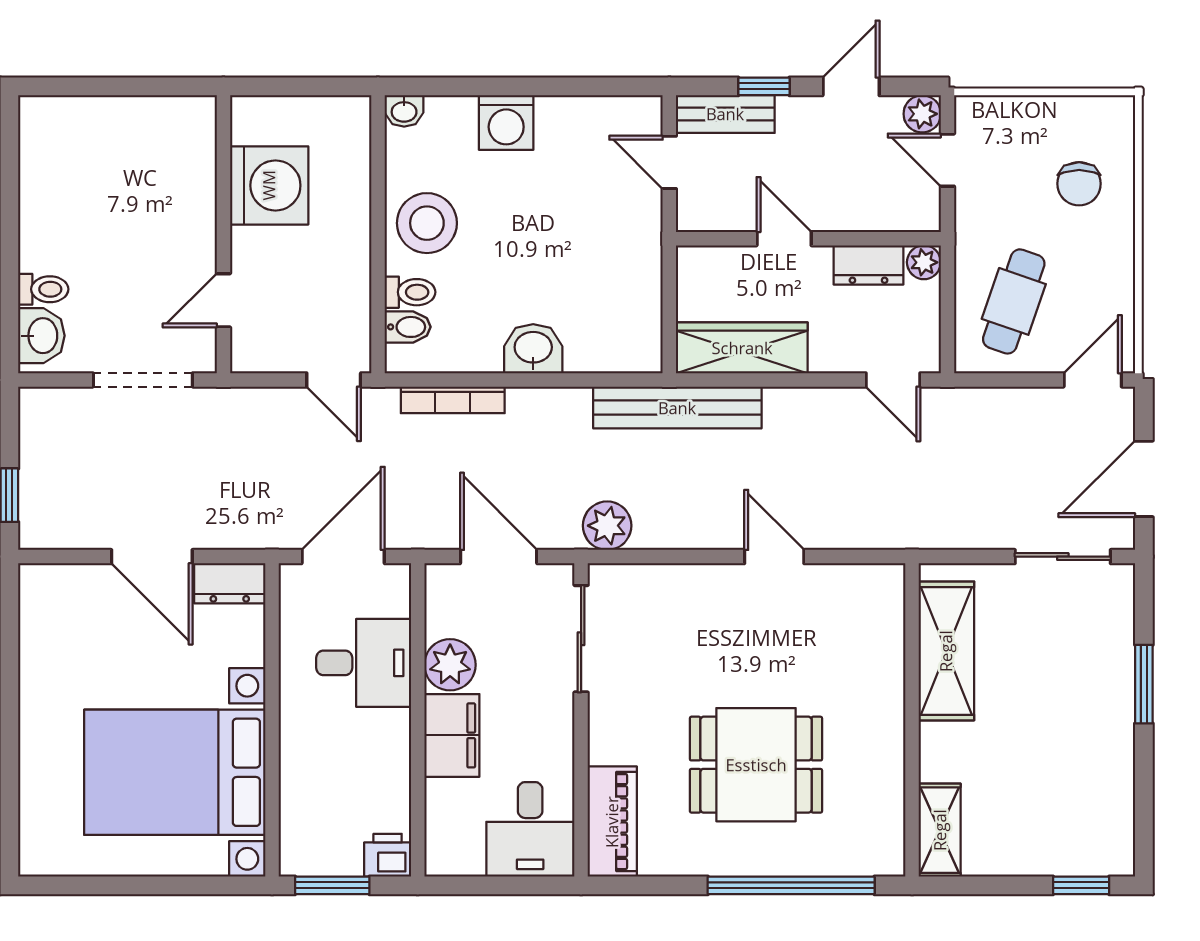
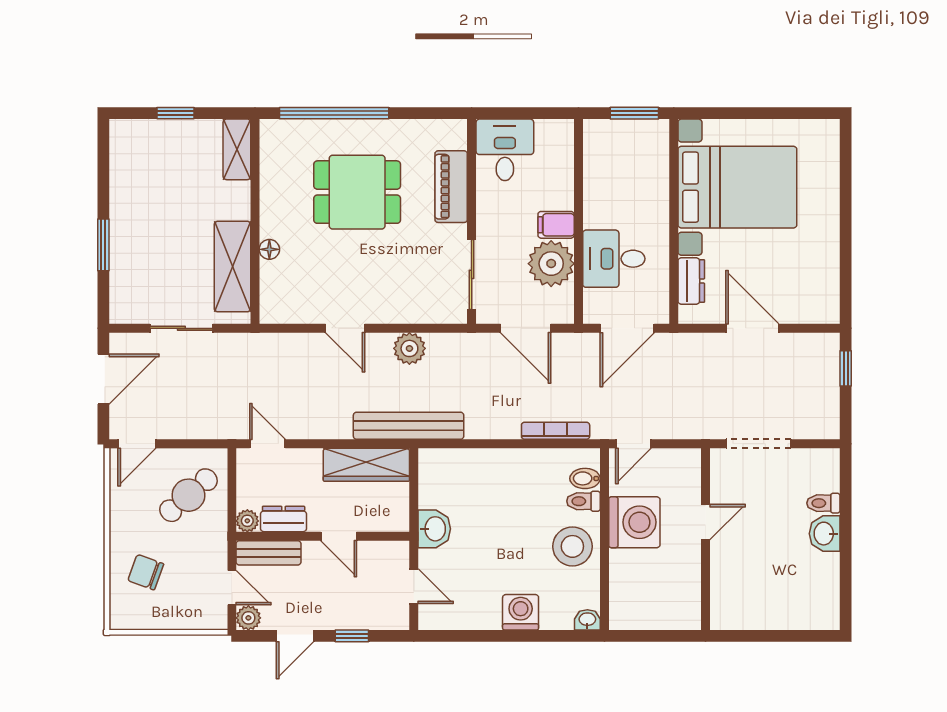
bench: (725, 114) -> (269, 553), moved
chair: (1079, 184) -> (146, 572), turned -70
washing machine: (269, 185) -> (634, 522), moved, turned 180
door: (223, 300) -> (706, 522), moved
cafe table: (1014, 301) -> (188, 495), turned 30
washbasin: (41, 336) -> (825, 534), moved
washbasin: (533, 349) -> (434, 529), moved, turned -90
door: (334, 380) -> (633, 444), swing flipped
plant: (607, 526) -> (409, 348), moved
sliding door: (1063, 557) -> (181, 328), moved
dresser: (230, 583) -> (691, 281), moved, turned 90
plant: (450, 665) -> (551, 264), width x1.36, depth x1.36
floor lamp: (890, 677) -> (269, 249), added
filing cabinet: (452, 735) -> (556, 225), width x0.50
piano: (612, 822) -> (451, 187), moved
printer: (388, 855) -> (598, 133), removed
window: (1081, 885) -> (175, 113), moved

